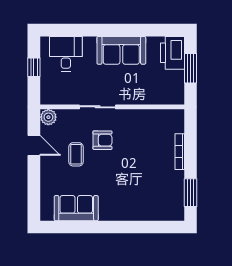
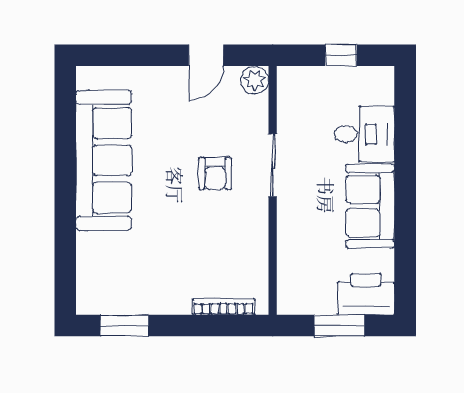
desk: (66, 54) -> (364, 134), moved
bookcase: (180, 152) -> (224, 307), moved
coffee table: (76, 154) -> (191, 128), removed
sofa: (76, 208) -> (104, 160), width x1.85, depth x1.27

